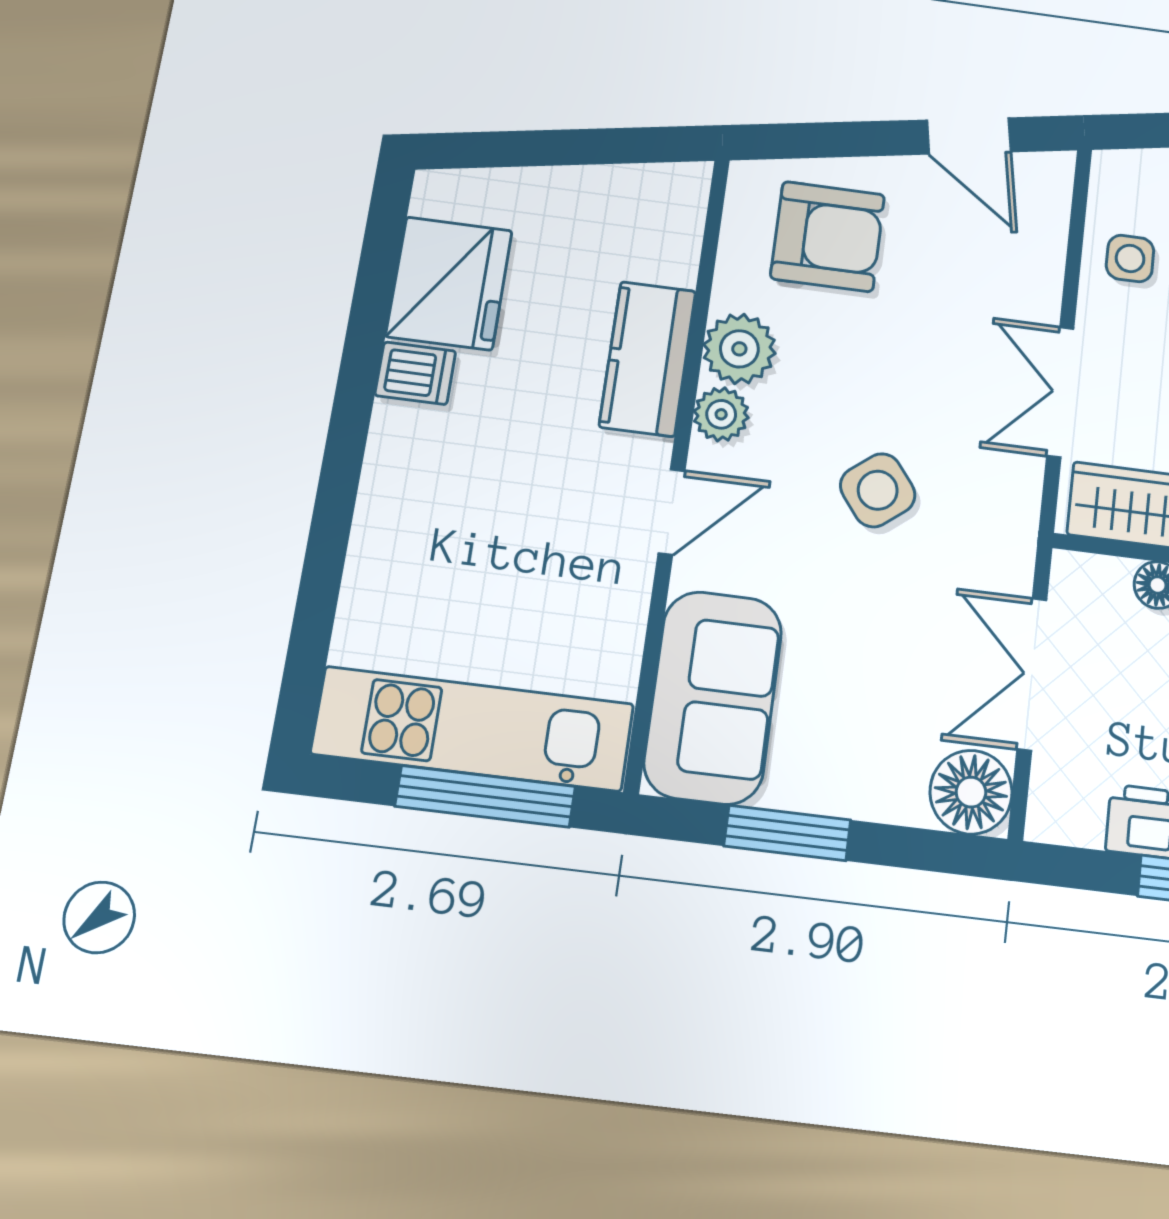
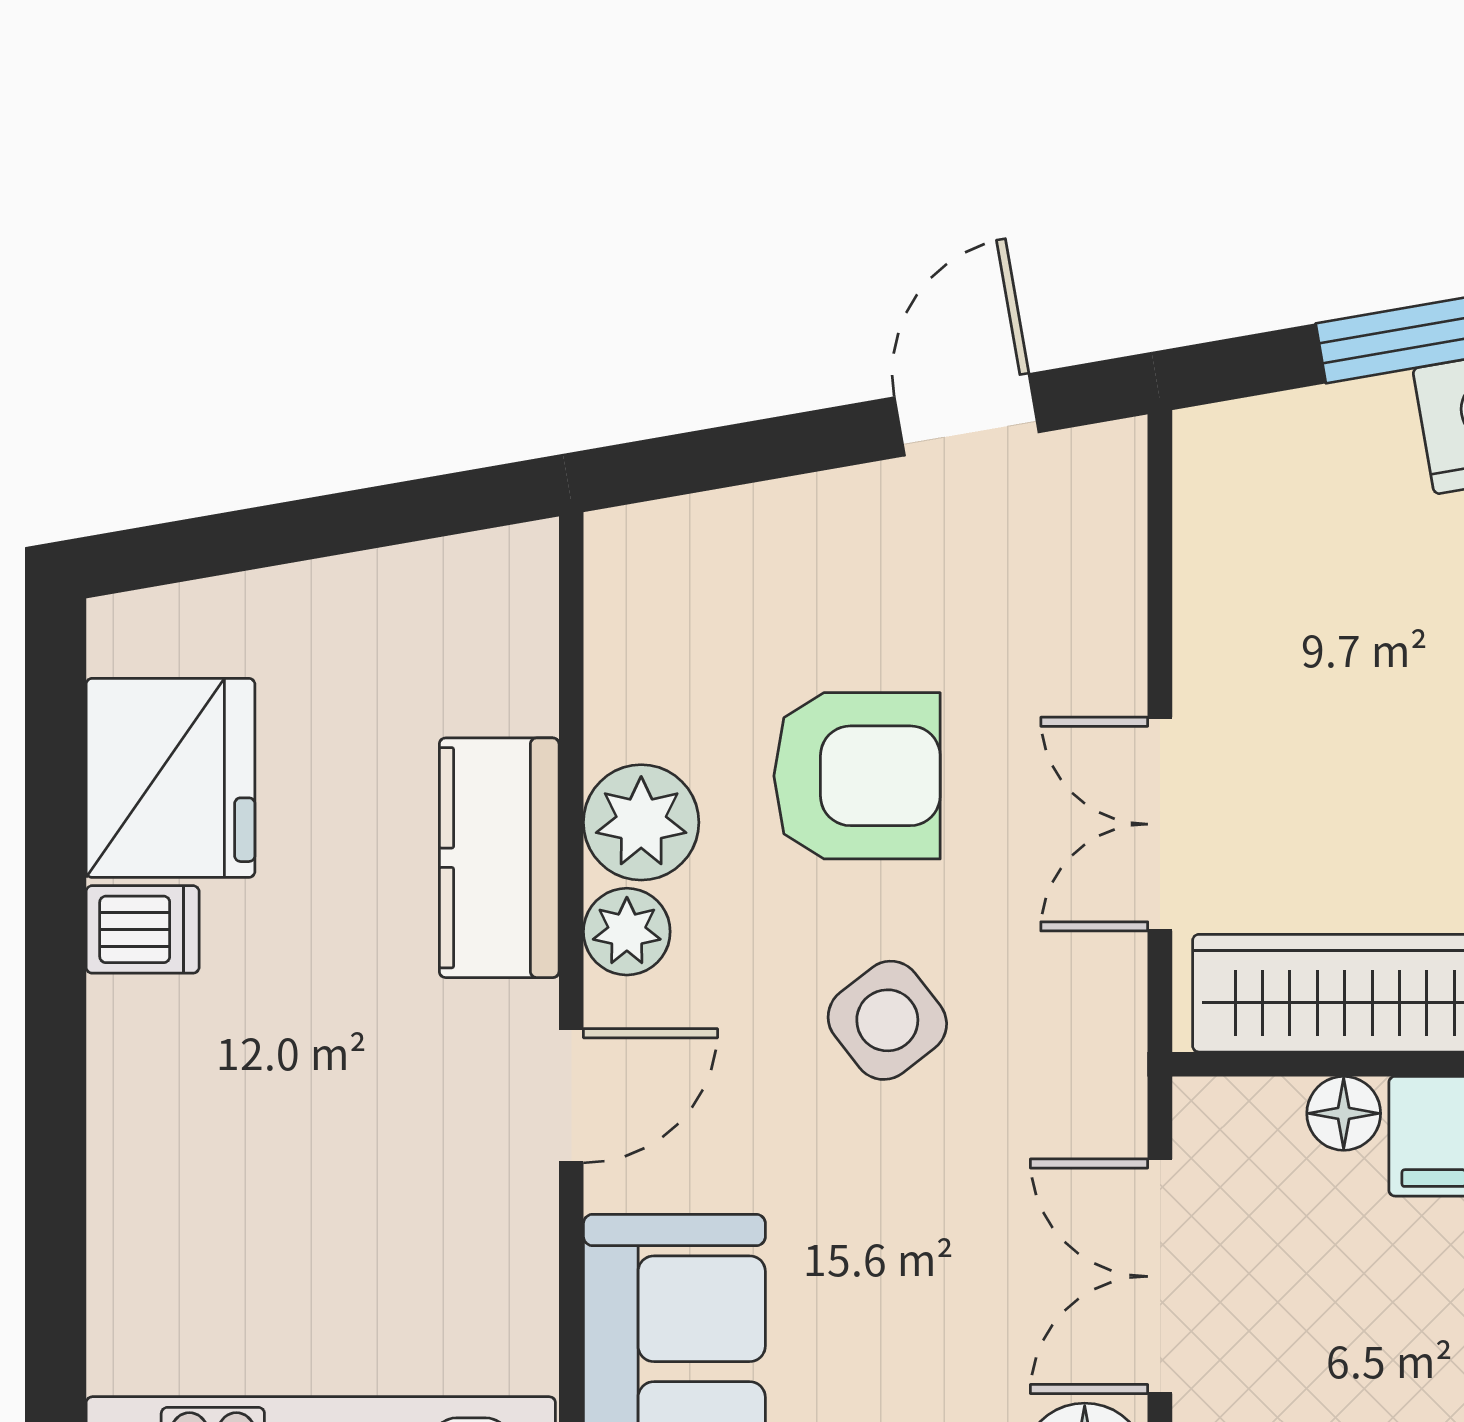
door: (969, 136) -> (967, 415), swing flipped
armchair: (828, 237) -> (857, 776), moved
side table: (1130, 258) -> (1252, 587), removed

